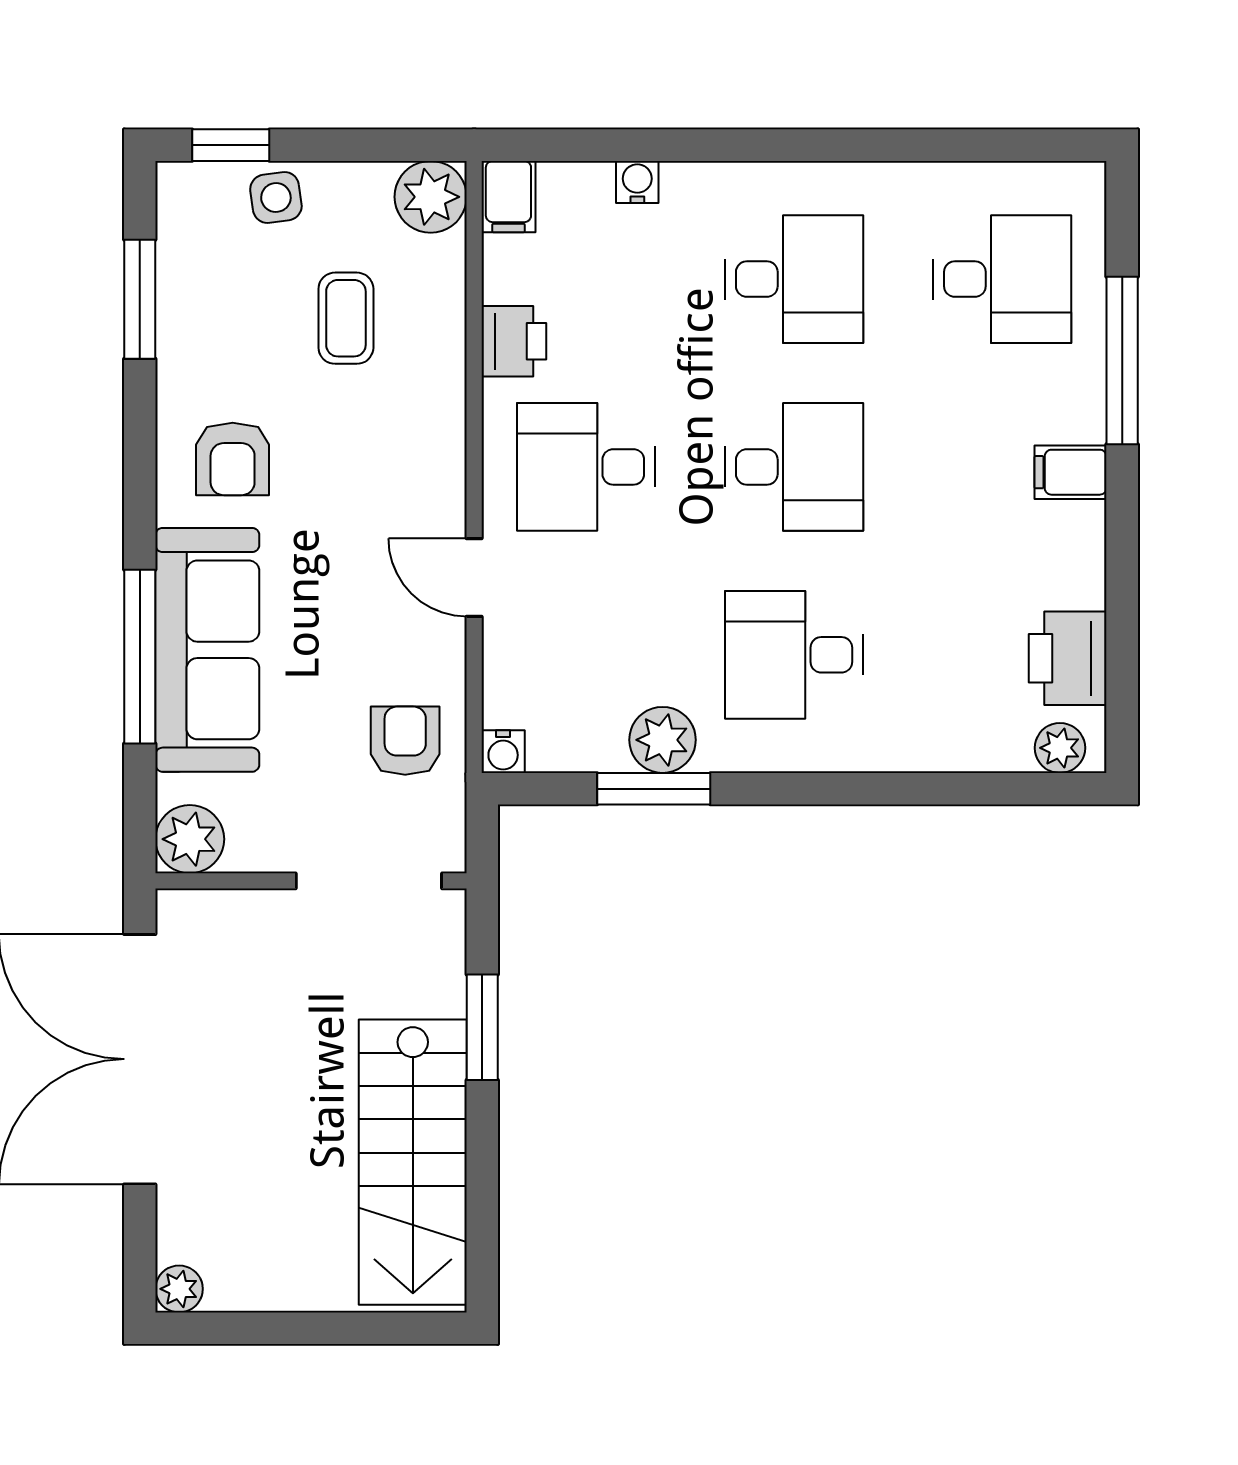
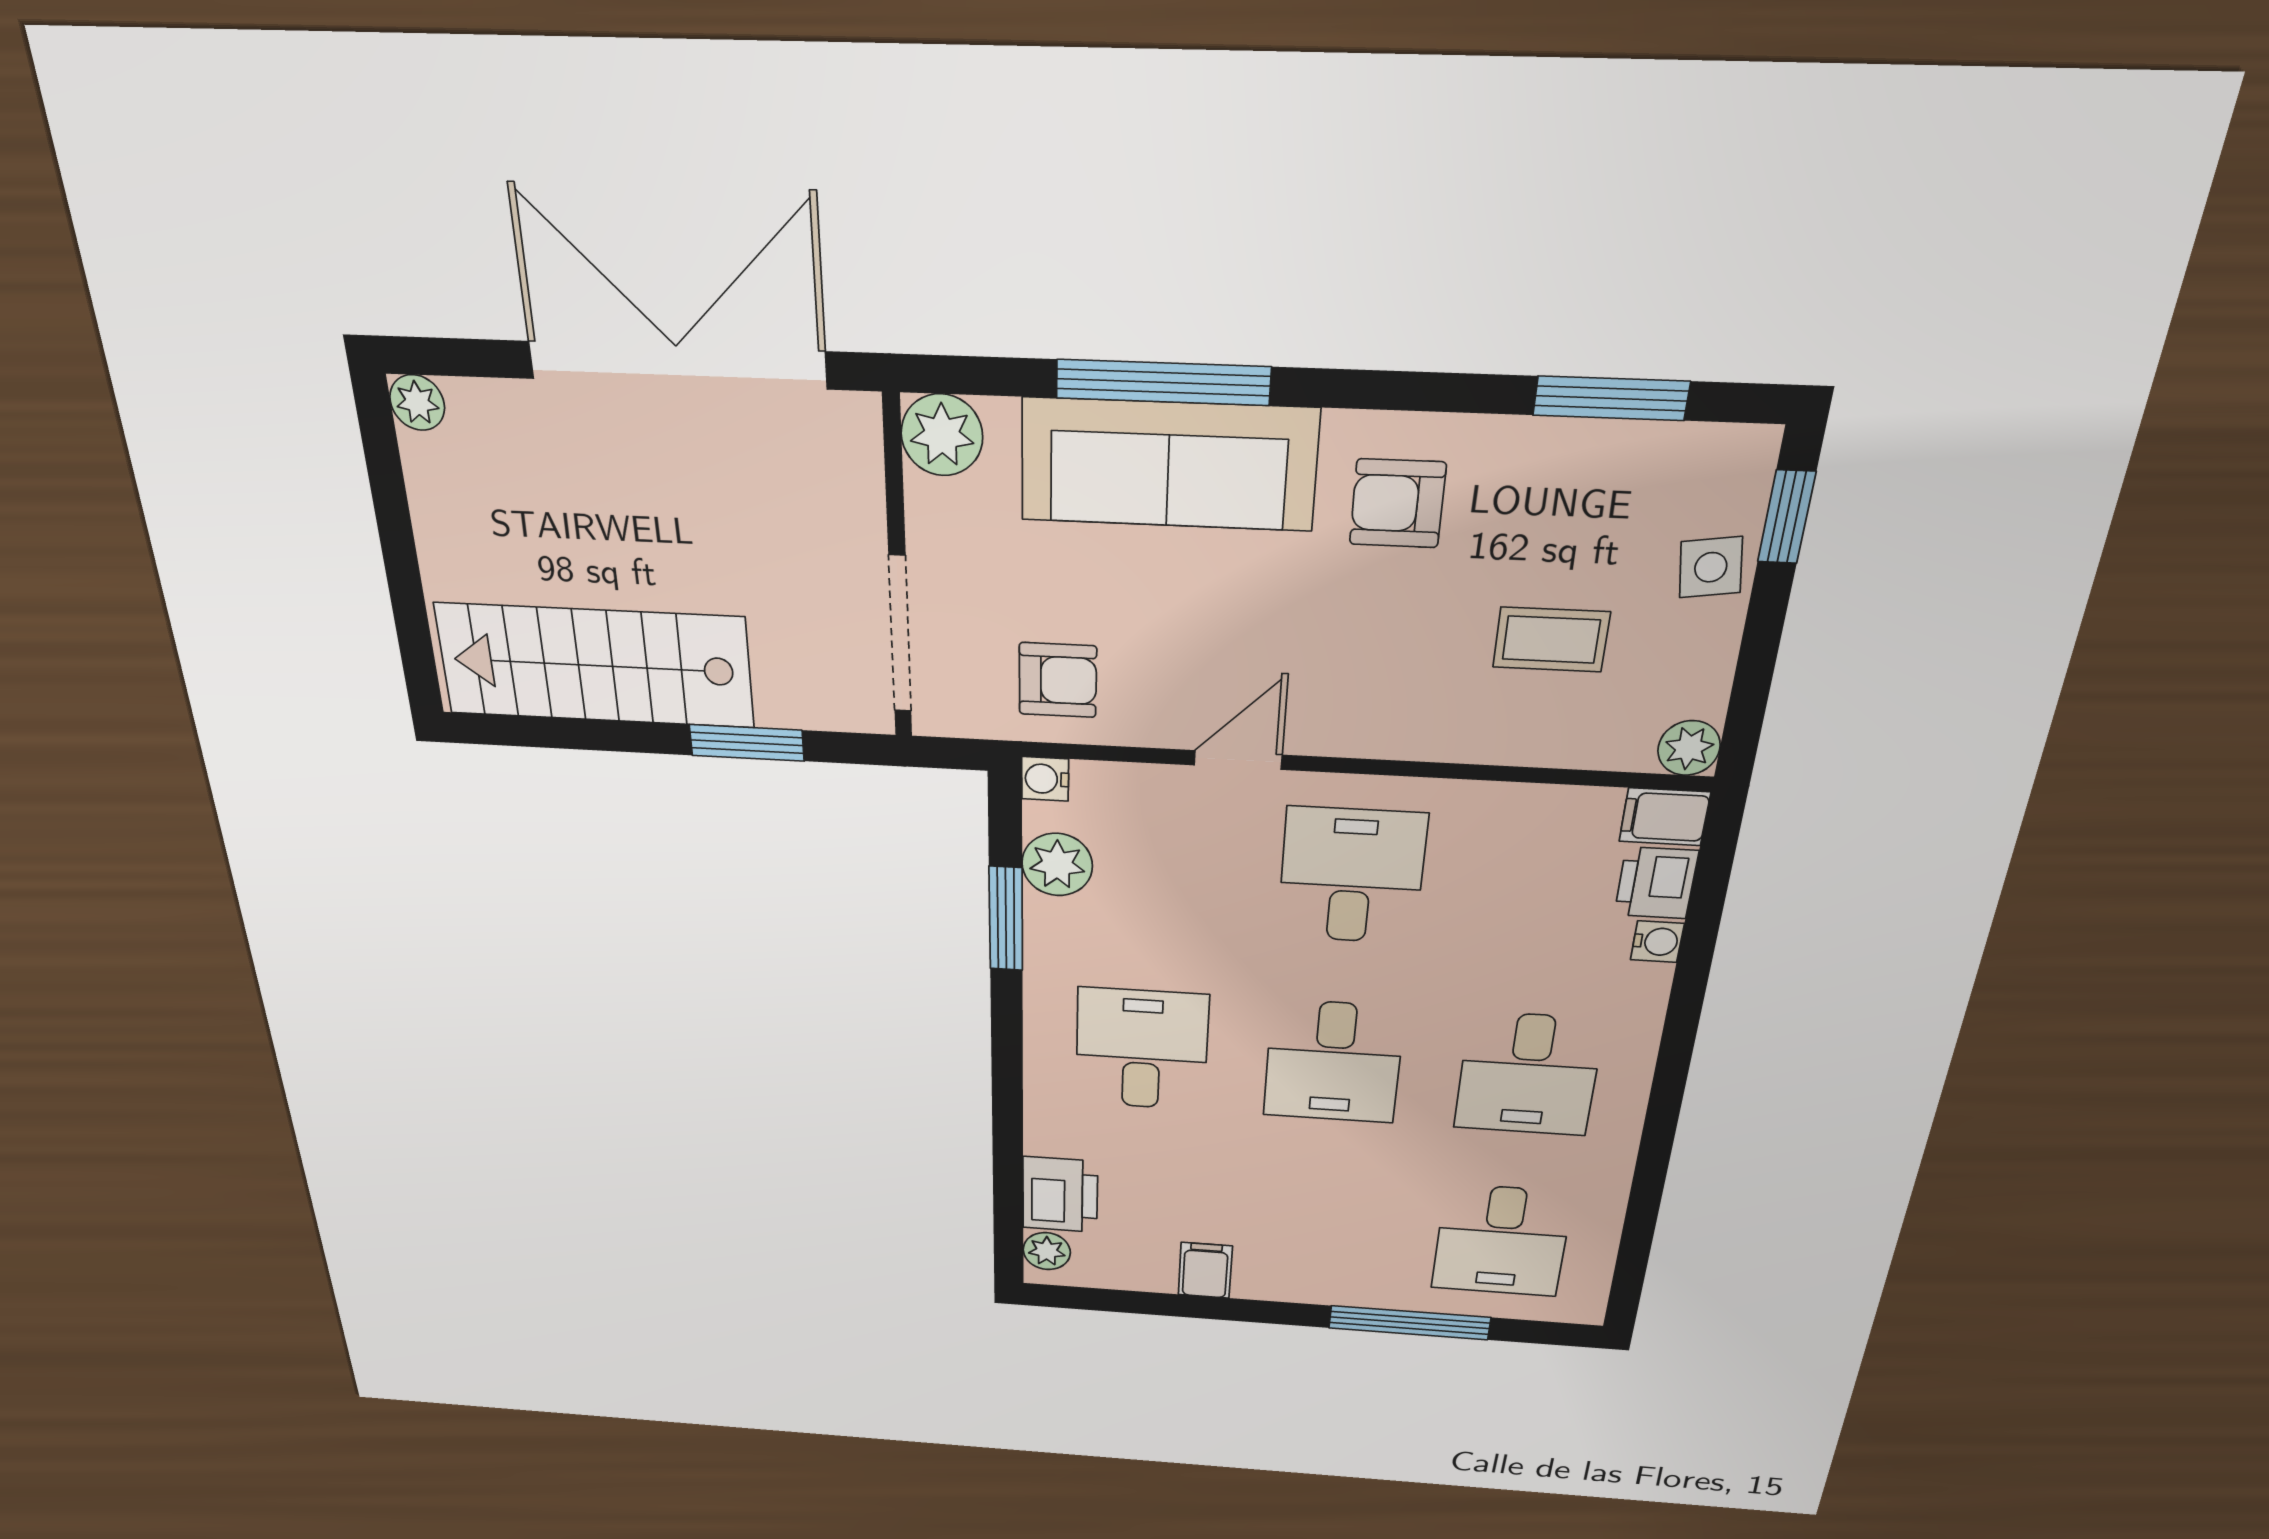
plant: (431, 197) -> (1689, 748), width x0.73, depth x0.73
printer: (514, 341) -> (1656, 883), moved, turned 90
filing cabinet: (1071, 472) -> (1205, 1270), moved
printer: (1068, 658) -> (1060, 1195), moved, turned 90
plant: (663, 740) -> (1057, 865), moved

